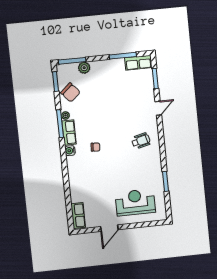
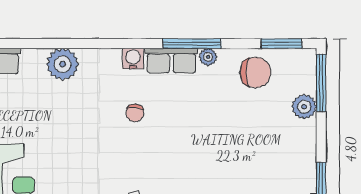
chair: (70, 92) -> (255, 72), turned -139
plant: (76, 183) -> (63, 64), added

